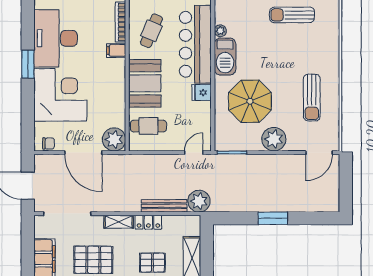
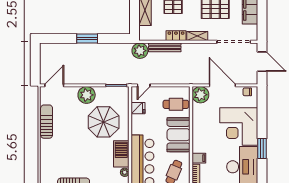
fridge: (202, 93) -> (138, 108), moved
sun lounger: (312, 98) -> (47, 122), moved

